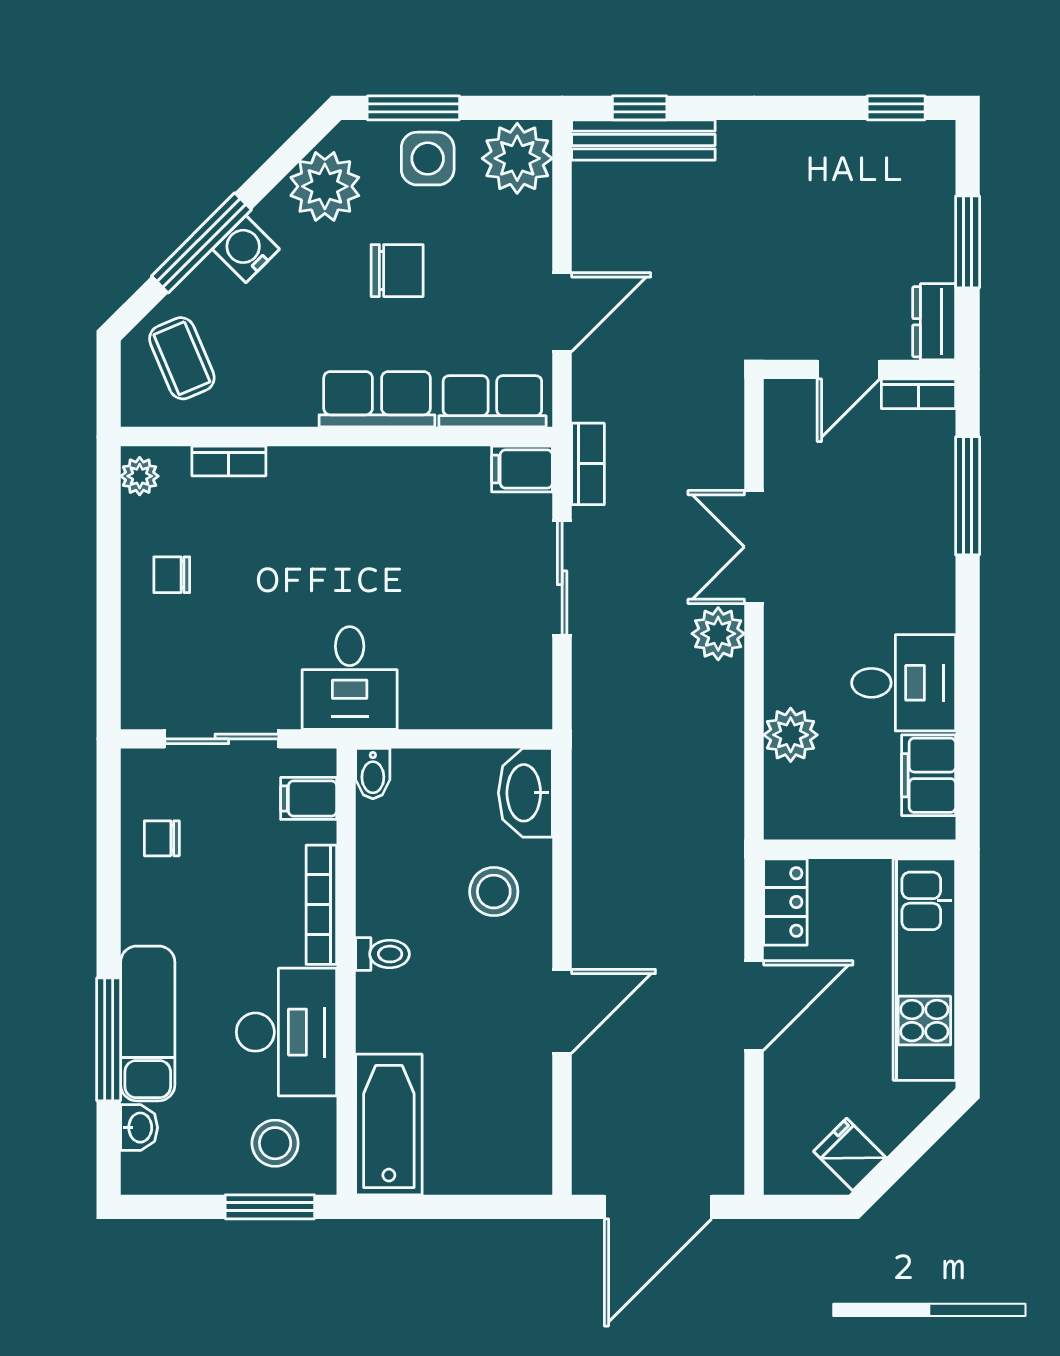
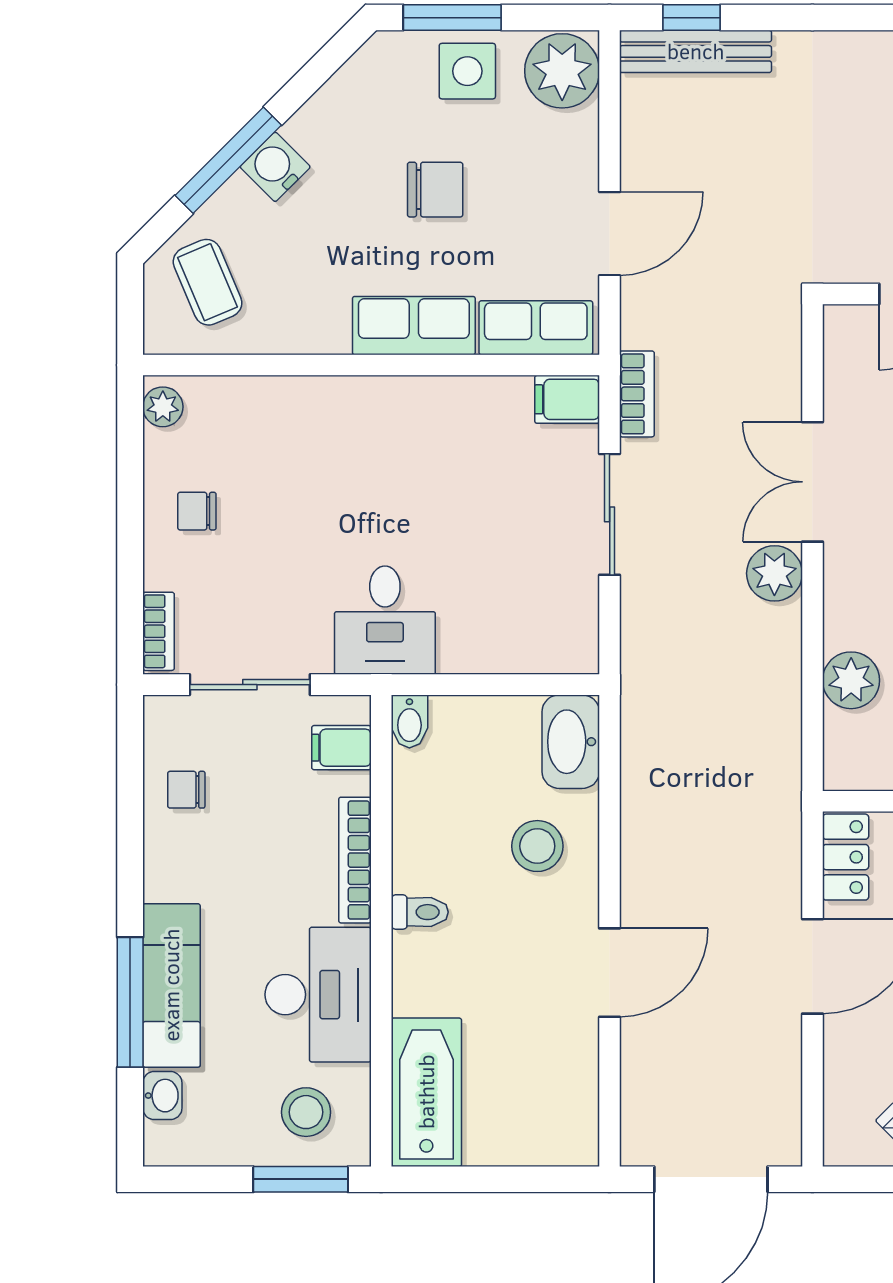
plant: (325, 186) -> (359, 101), removed
bookcase: (229, 461) -> (158, 631), moved, turned -90

